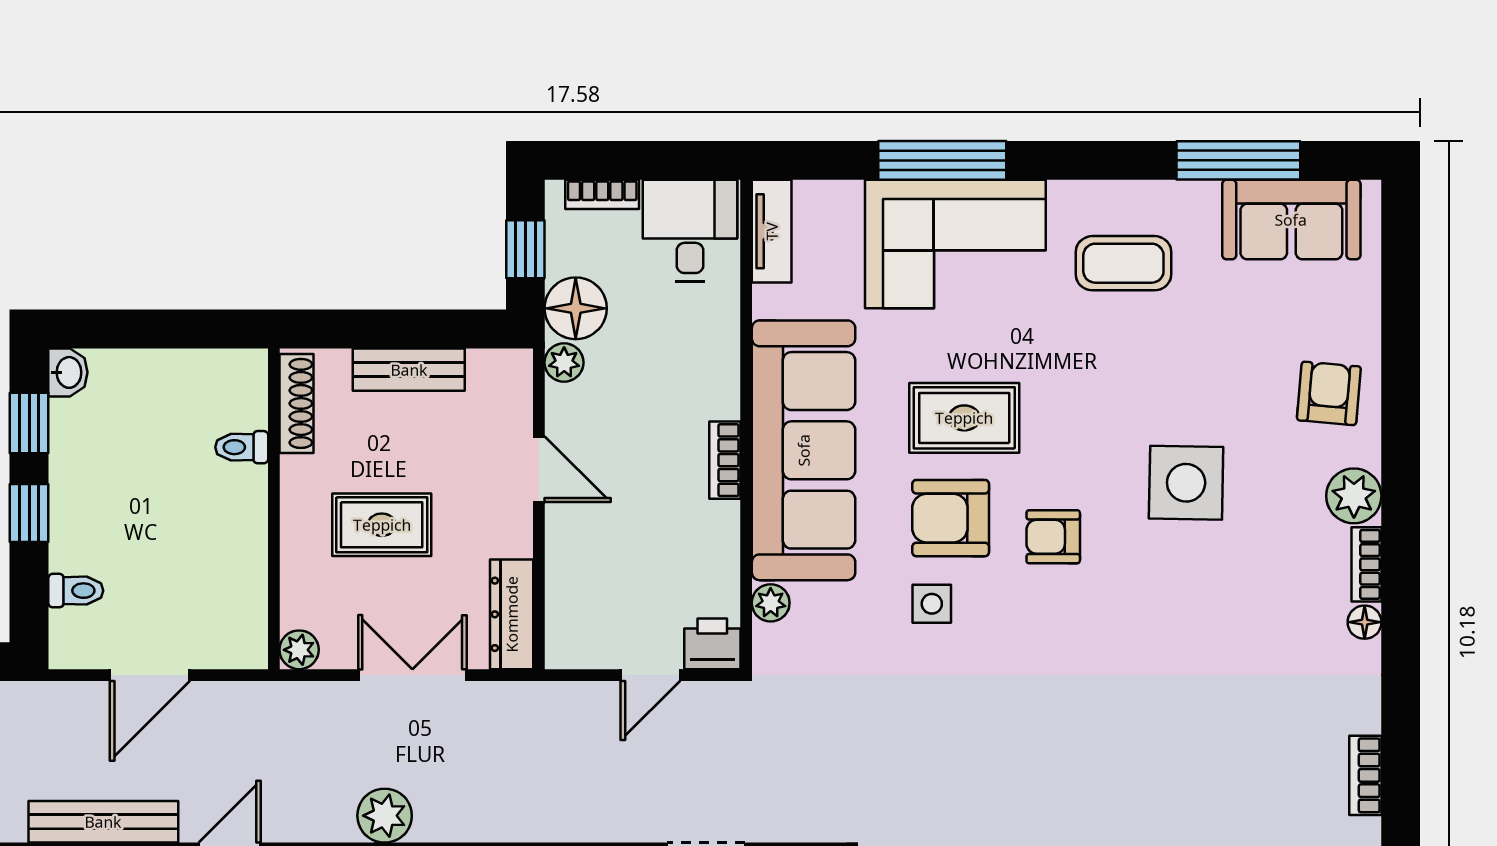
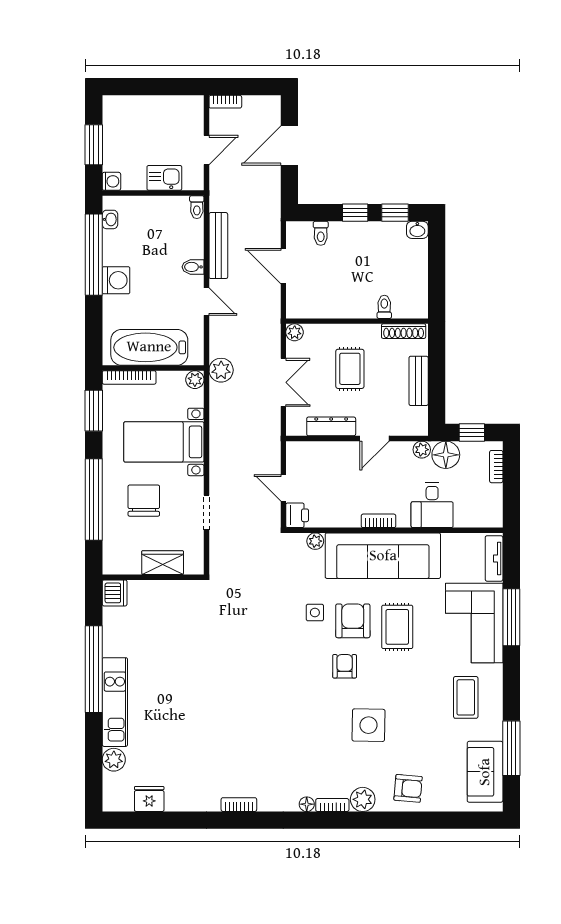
desk: (690, 230) -> (432, 505), moved, turned 90
tv unit: (772, 231) -> (494, 558), moved, turned 90
dresser: (512, 614) -> (331, 426), moved

